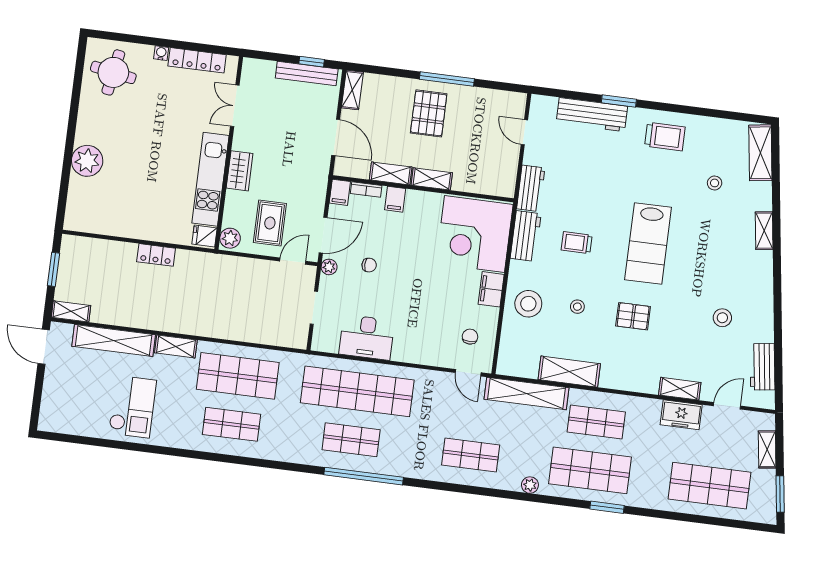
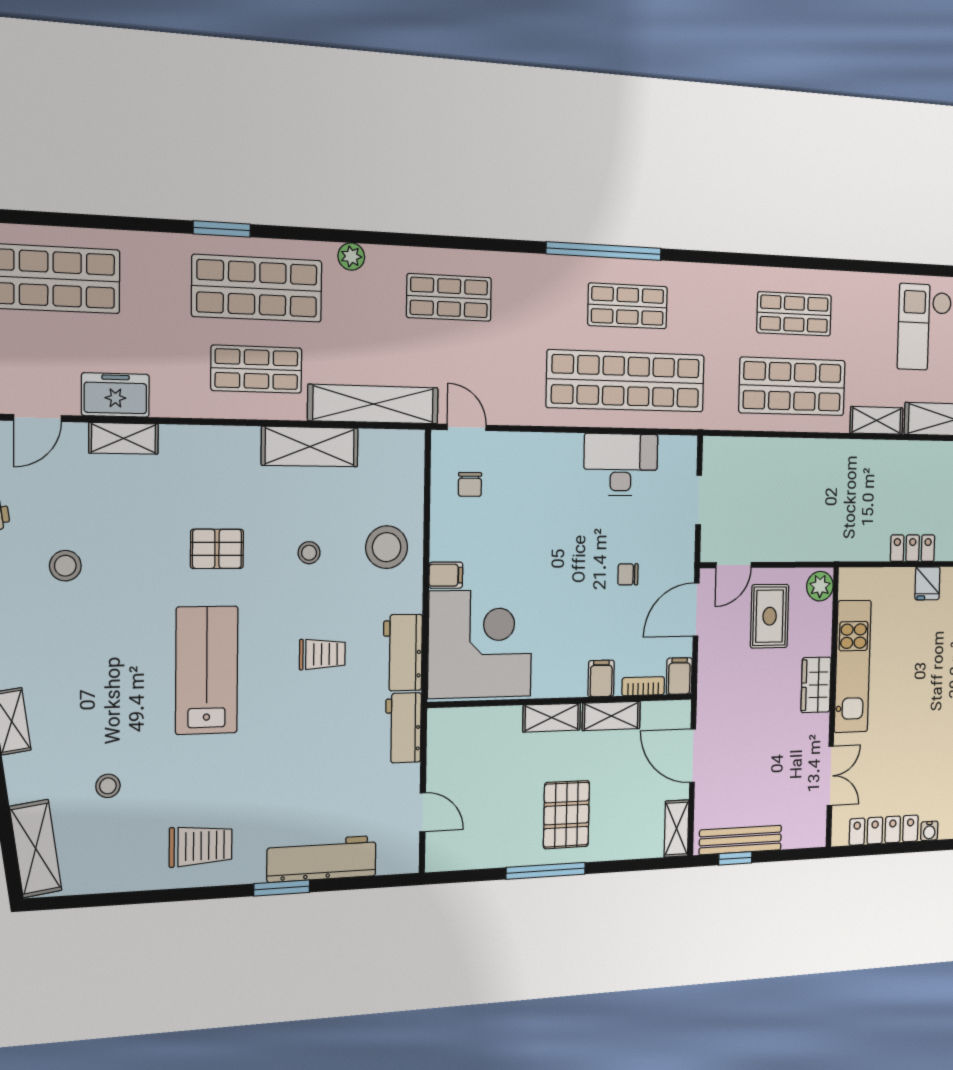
trolley: (665, 137) -> (201, 846), turned 180
fridge: (204, 236) -> (927, 583), moved, turned 90
plant: (329, 267) -> (684, 564), removed
filing cabinet: (491, 289) -> (446, 575), width x0.50

